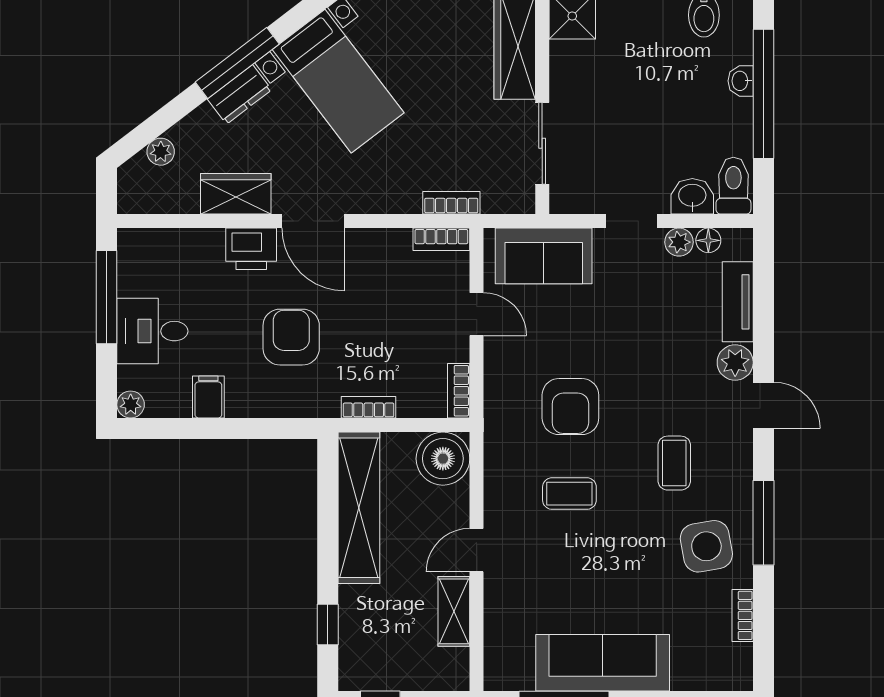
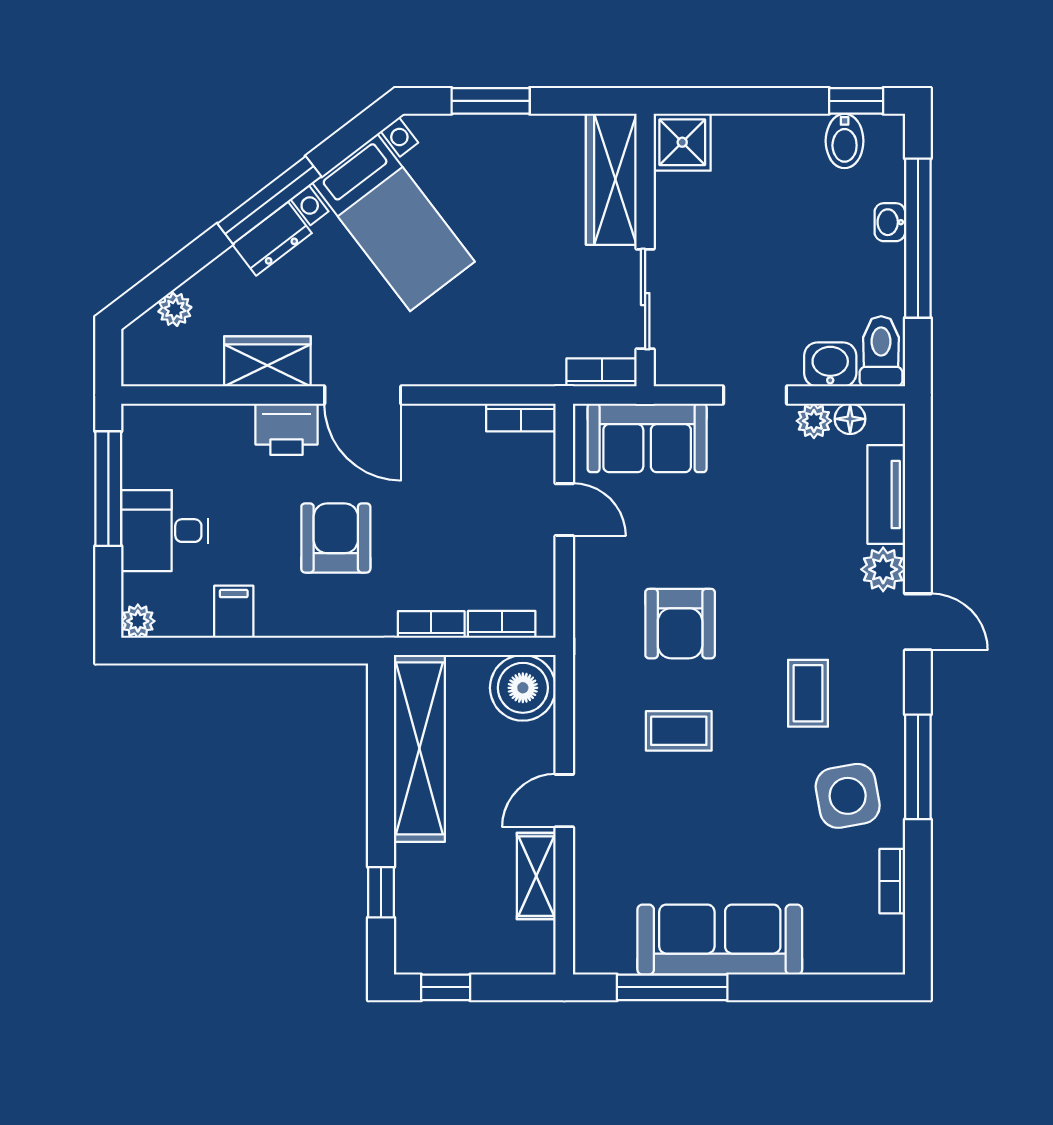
bookcase: (451, 203) -> (602, 372), moved
bookcase: (459, 391) -> (502, 624), moved, turned 90

